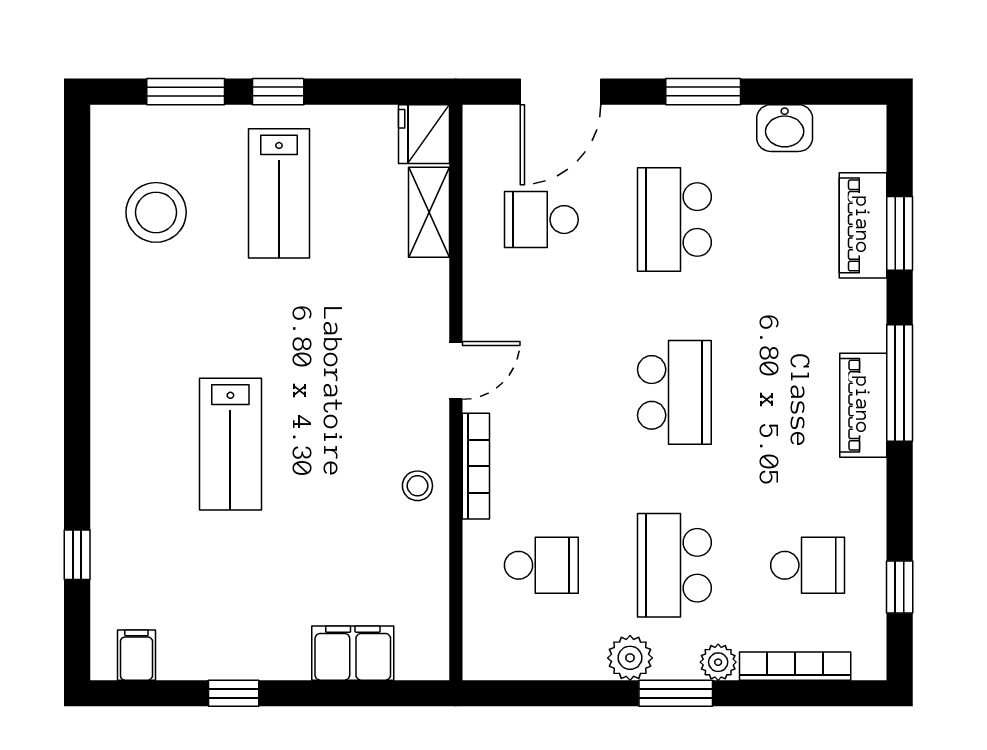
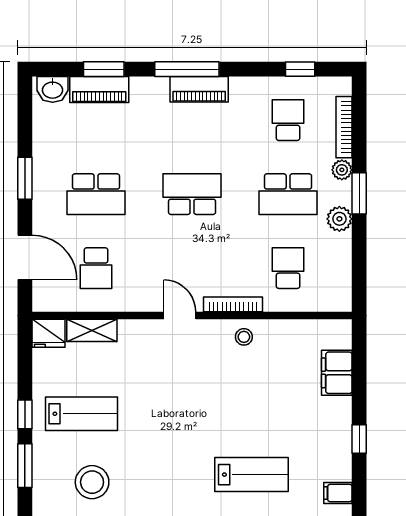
washbasin: (785, 128) -> (53, 89), moved, turned 90
lab bench: (230, 444) -> (252, 475), moved

